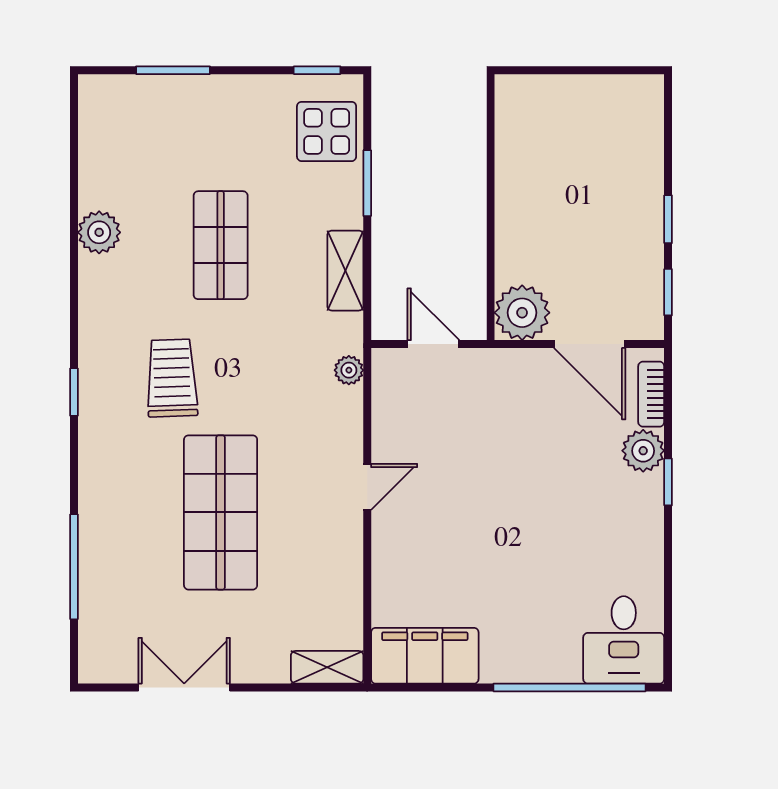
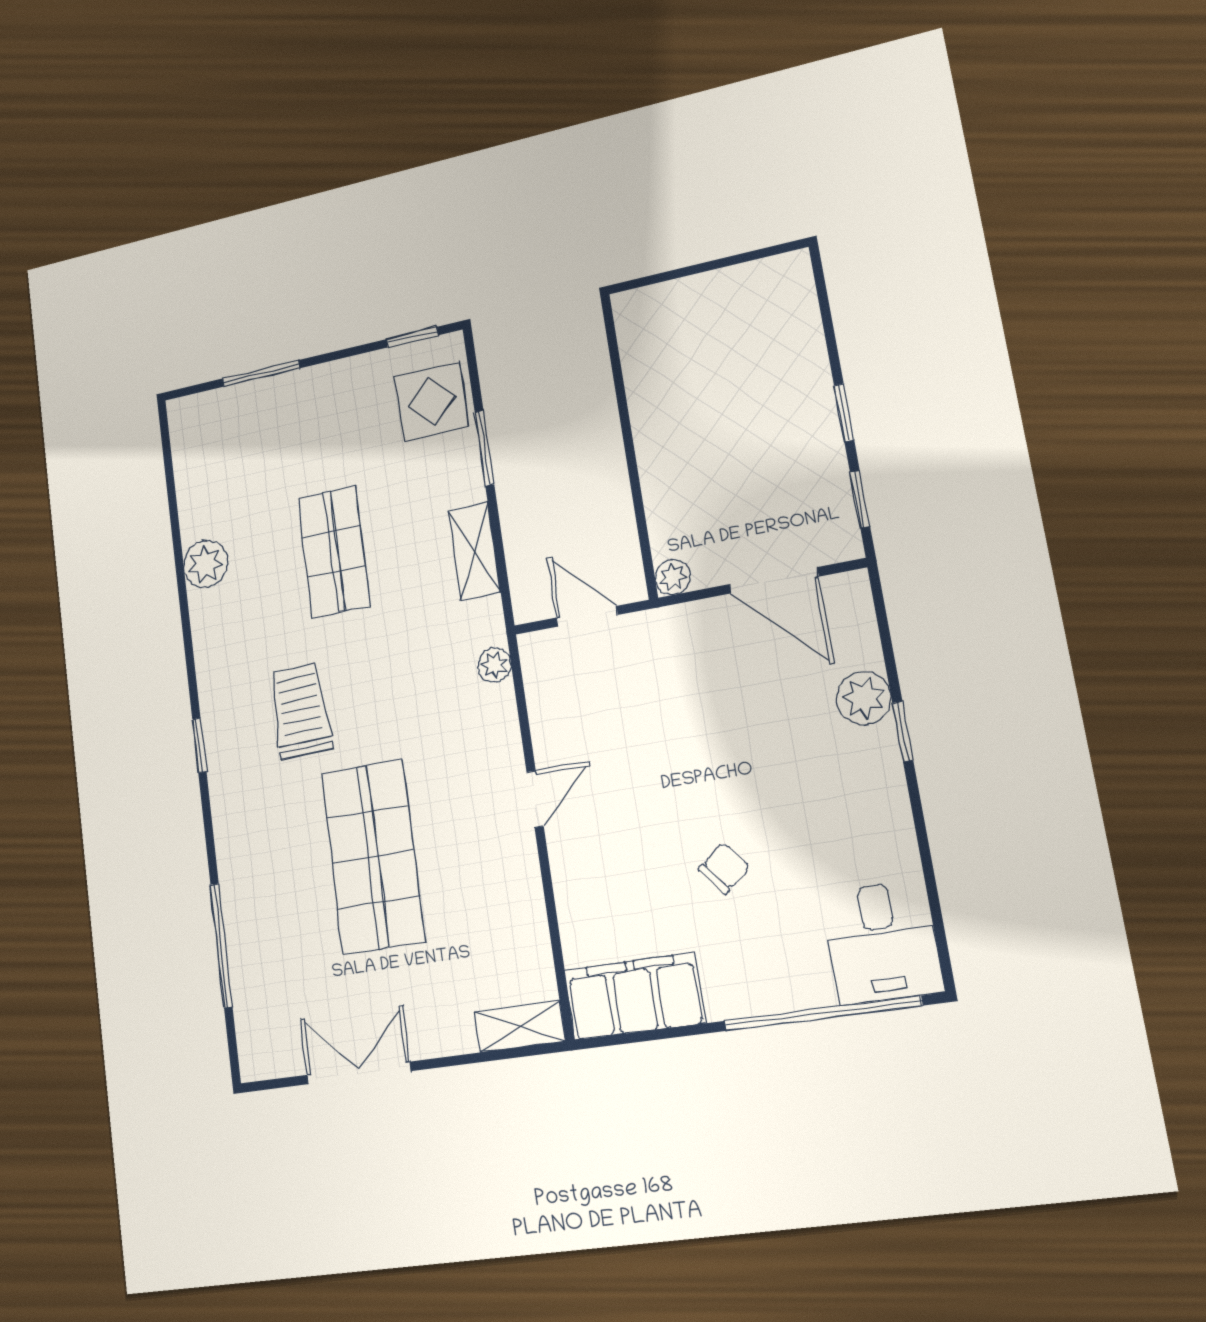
plant: (522, 313) -> (673, 577), width x0.53, depth x0.53
bookcase: (651, 394) -> (861, 627), removed
chair: (512, 566) -> (724, 868), added

